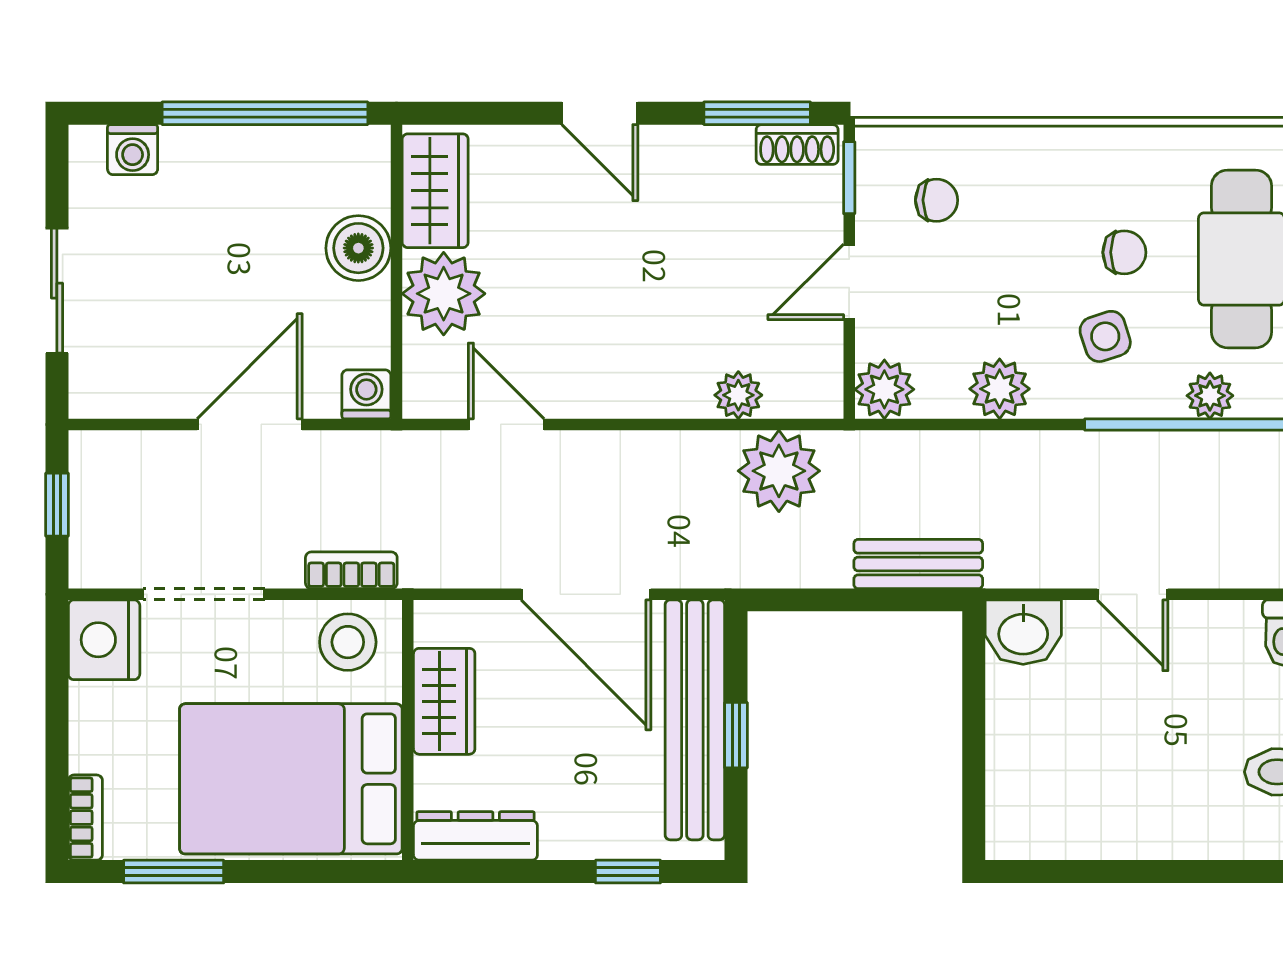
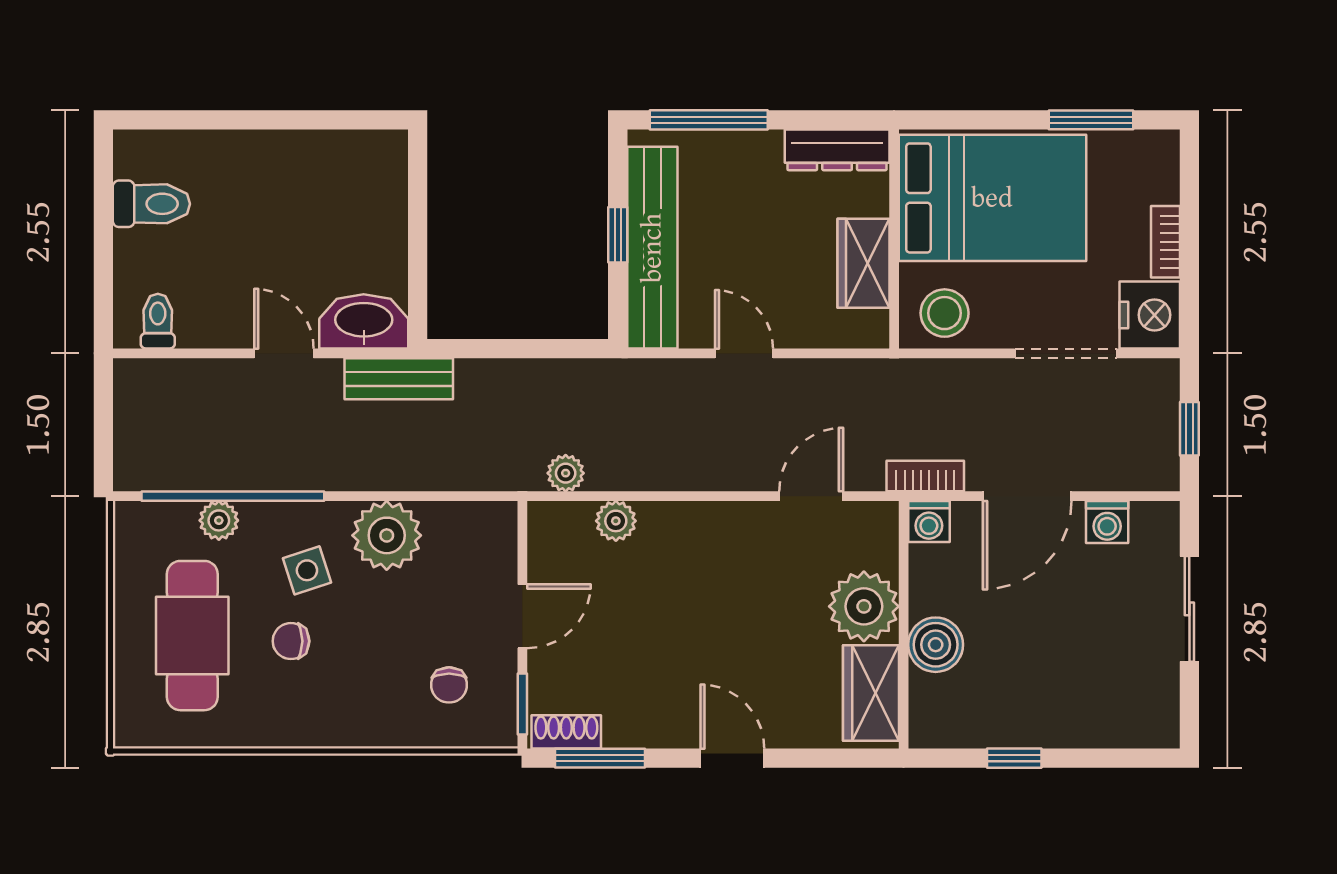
window: (265, 113) -> (1014, 758), width x0.32
washing machine: (133, 150) -> (1107, 522), moved, turned 180
chair: (936, 200) -> (449, 685), turned -90
plant: (884, 389) -> (493, 526), removed
plant: (1000, 389) -> (387, 535), width x1.36, depth x1.36
door: (506, 424) -> (811, 496), swing flipped
plant: (779, 471) -> (566, 473), width x0.53, depth x0.53
bench: (918, 564) -> (399, 379), moved
bookcase: (351, 570) -> (925, 476), moved, turned 180
door: (586, 594) -> (744, 353), width x0.53
washbasin: (1023, 632) -> (364, 321), width x1.38
bookcase: (85, 818) -> (1165, 242), moved
window: (628, 872) -> (709, 120), width x2.17

